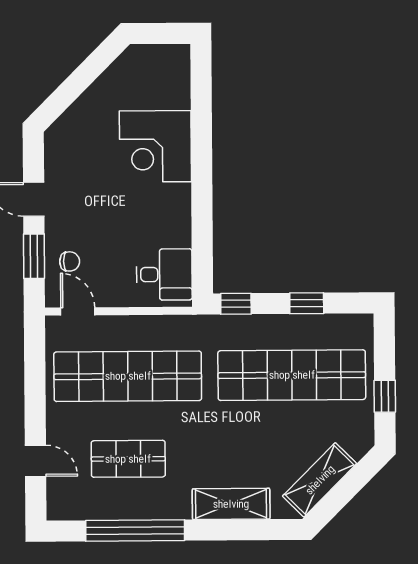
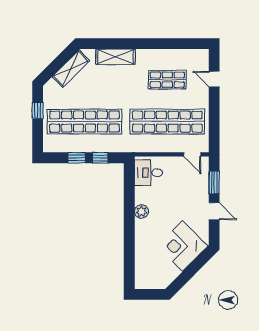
corner desk: (155, 146) -> (183, 246), moved, turned -135
plant: (178, 198) -> (141, 212), added
chair: (70, 261) -> (196, 180), removed
window: (236, 304) -> (100, 158), moved
window: (135, 531) -> (164, 44), removed

